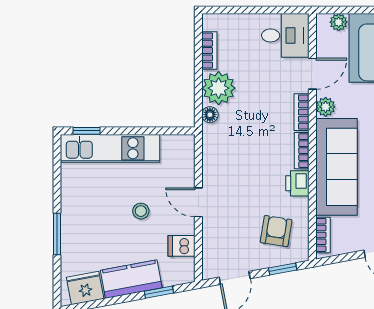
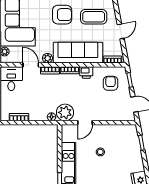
plant: (219, 88) -> (65, 112), moved
door: (198, 202) -> (85, 123), moved
armchair: (276, 231) -> (111, 83), turned 81
dishwasher: (181, 246) -> (118, 131), removed
kitchen counter: (131, 279) -> (135, 157), removed

